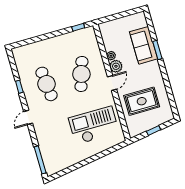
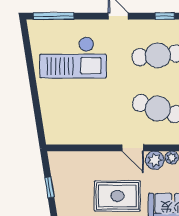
rug: (142, 101) -> (117, 196), moved, turned 90
checkout: (94, 125) -> (73, 57), moved, turned 90

